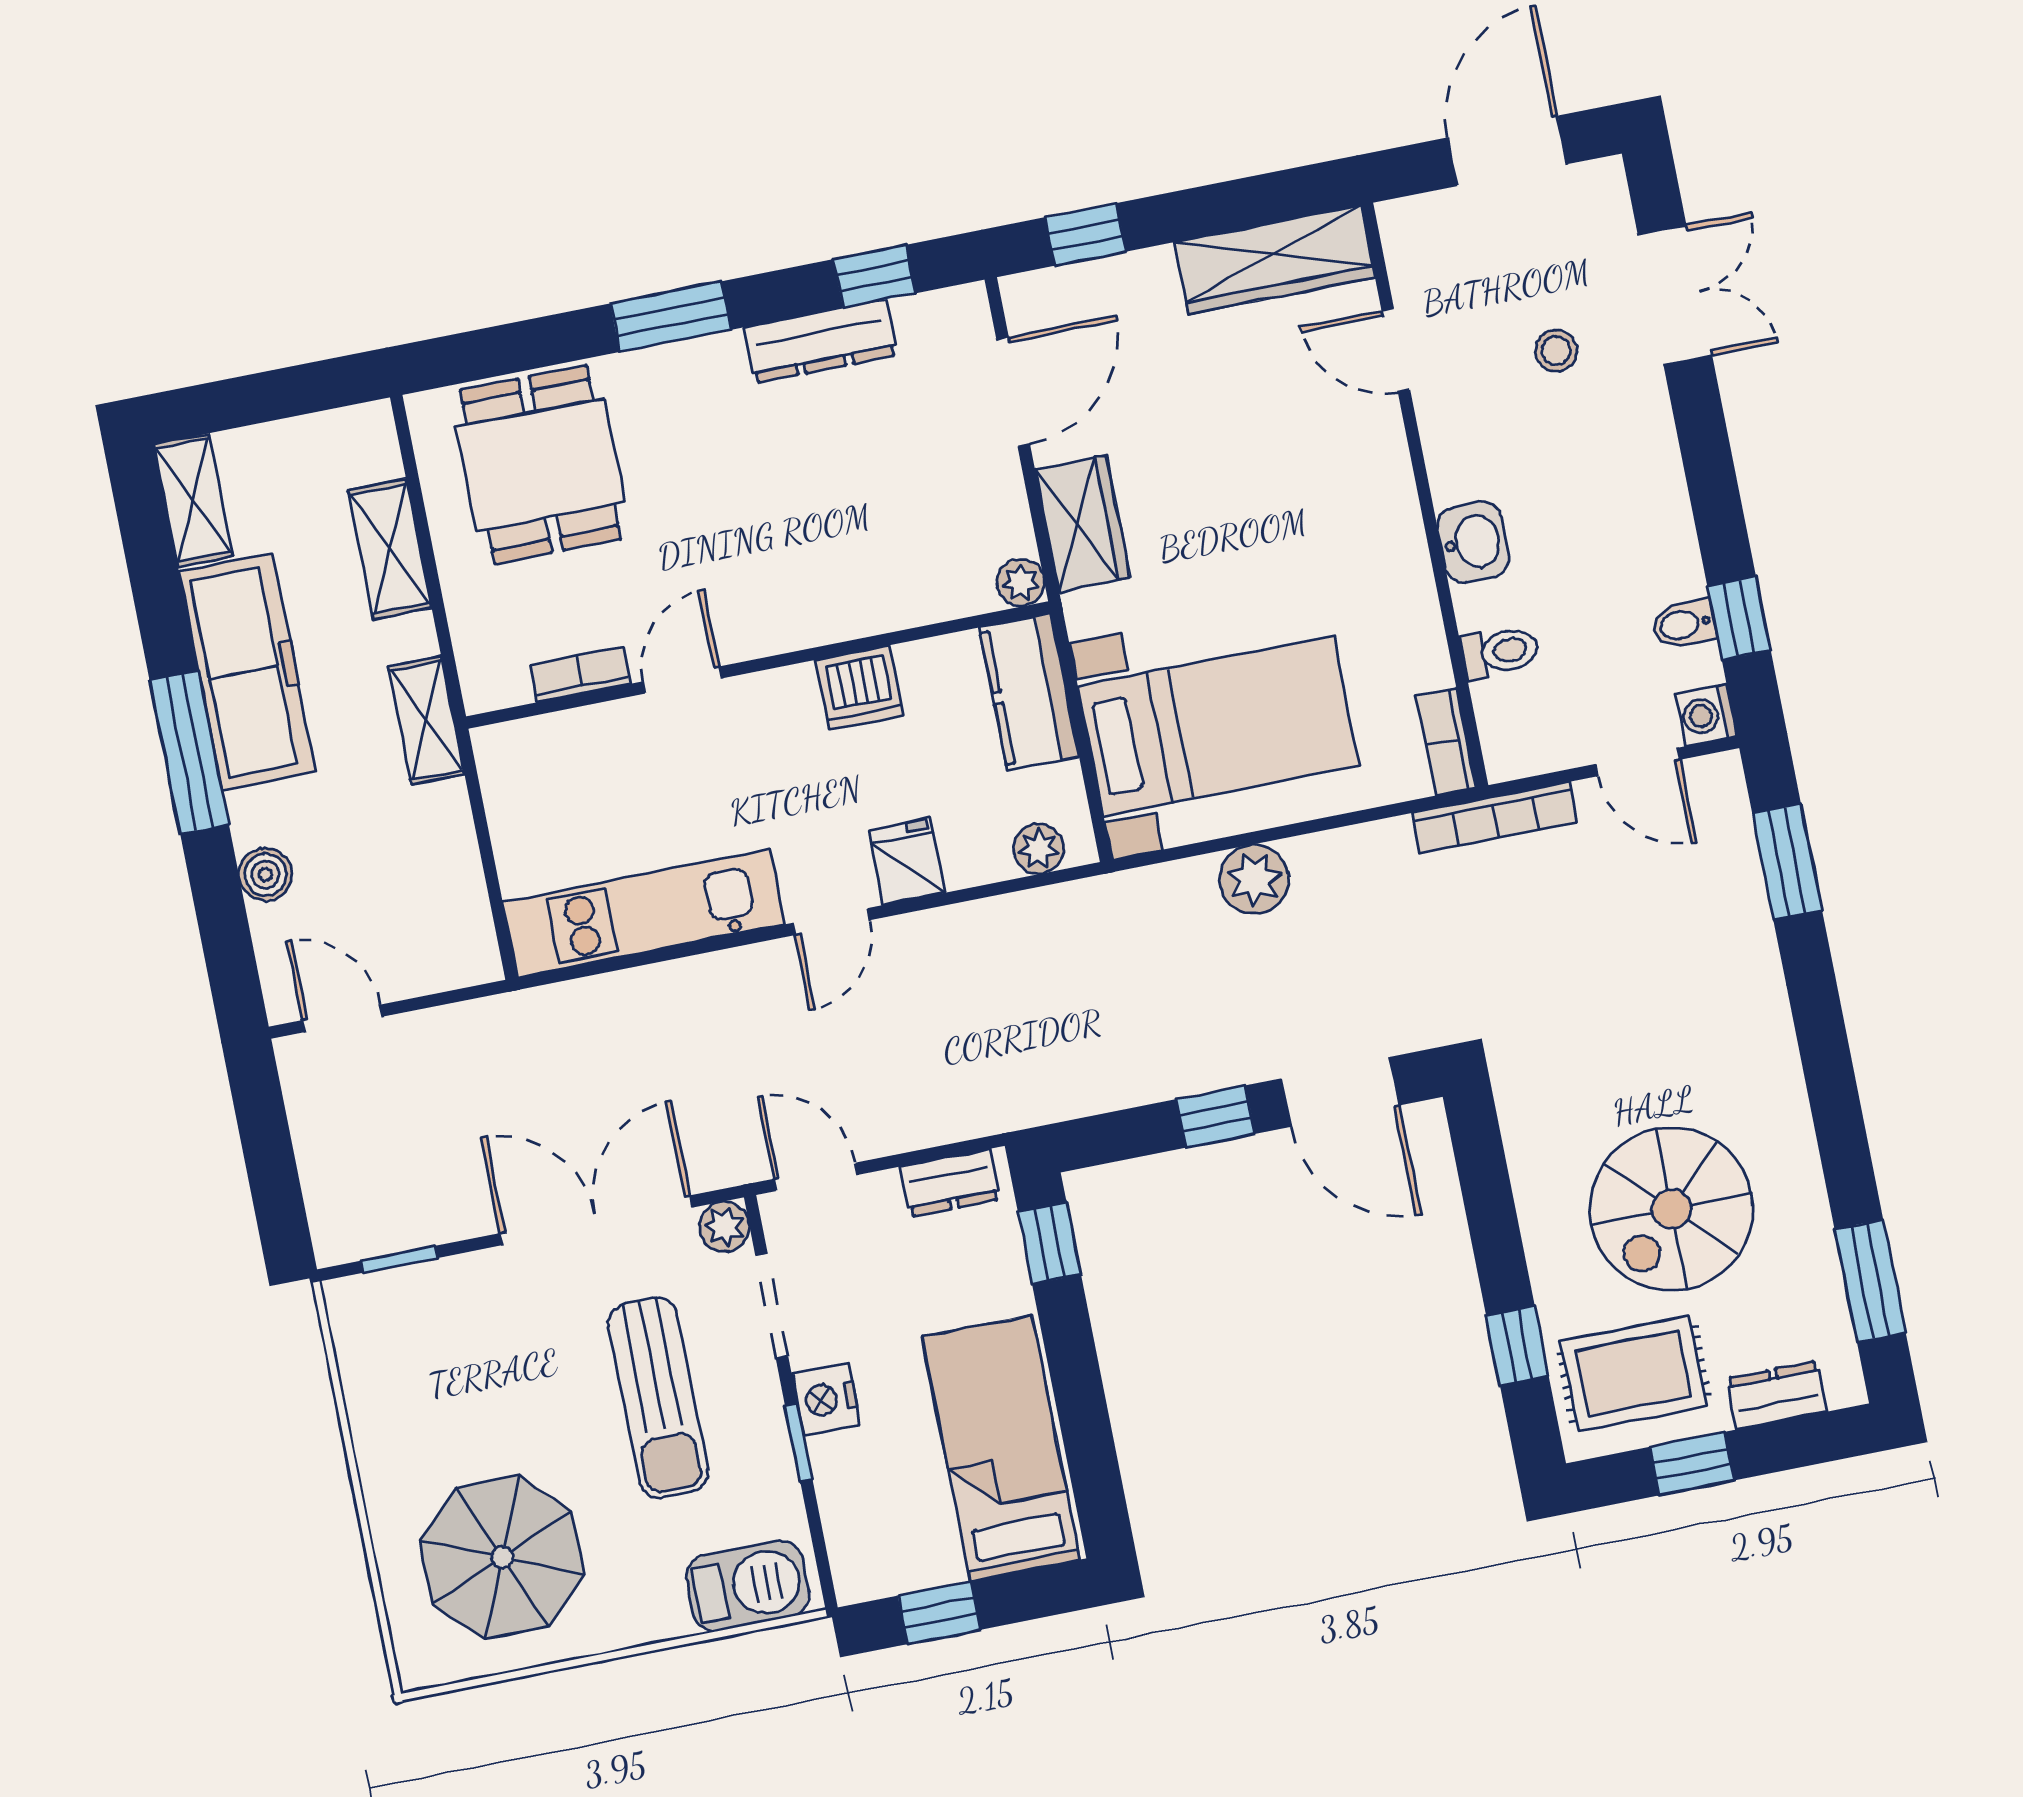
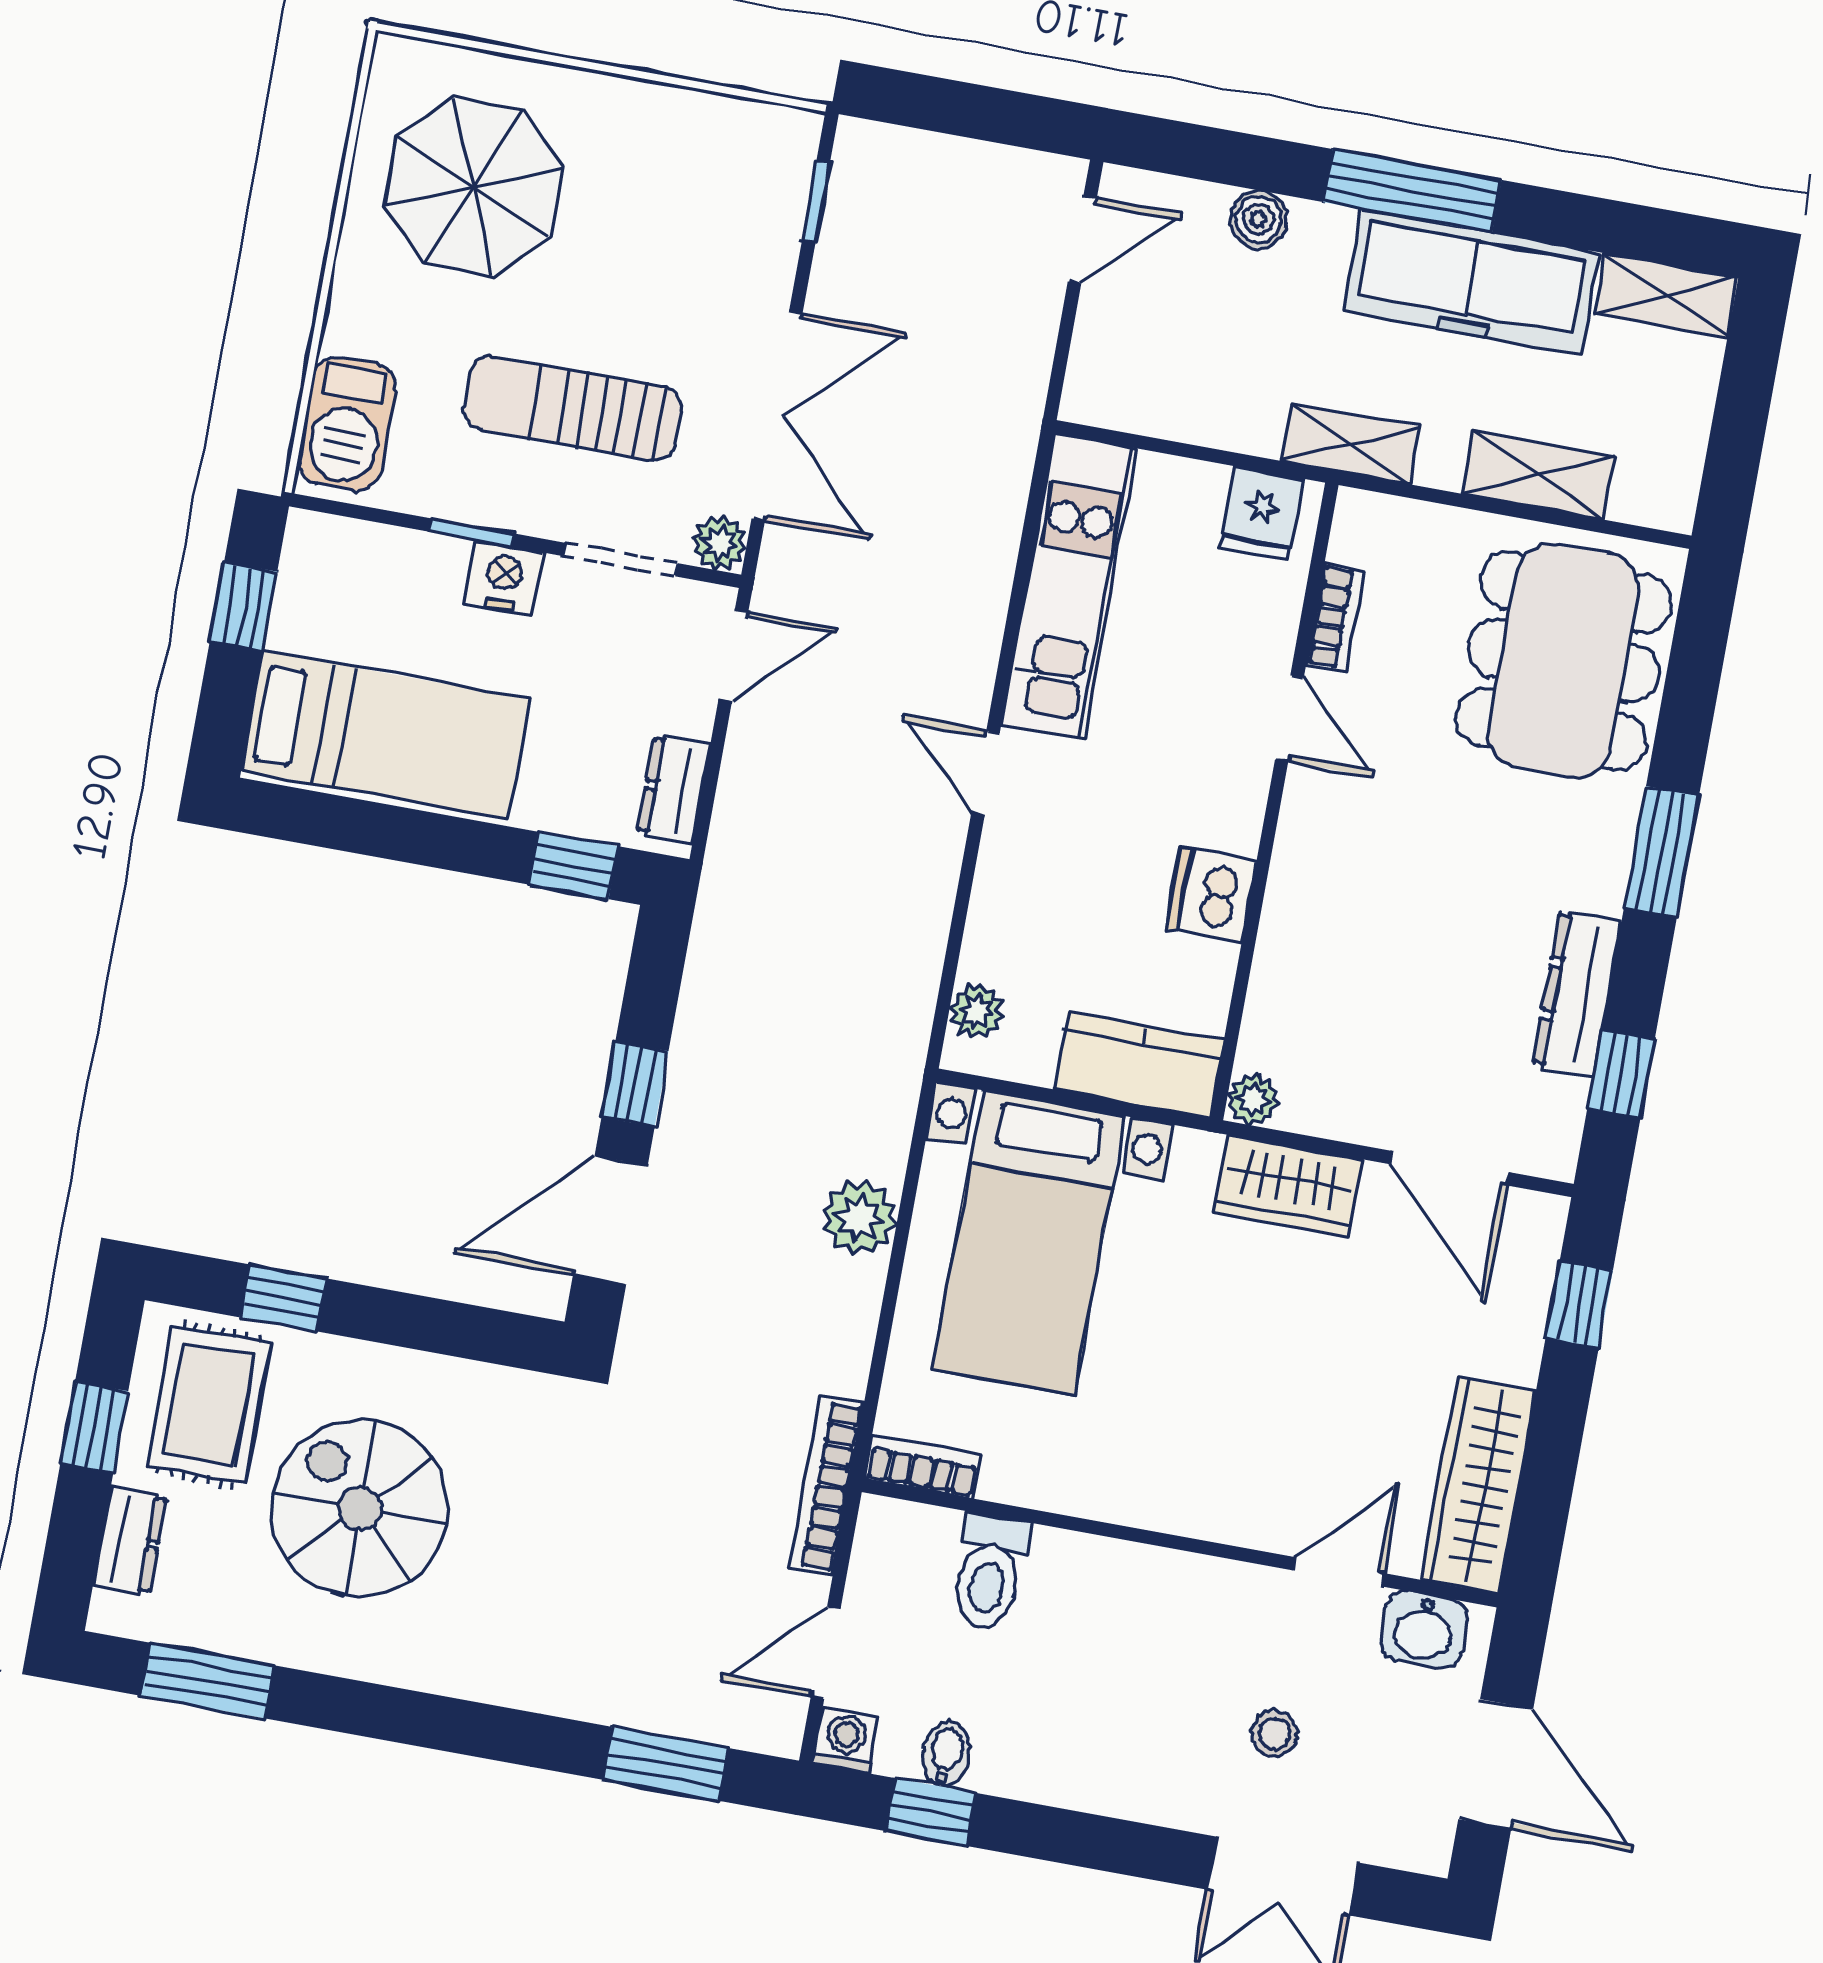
dining table: (540, 465) -> (1564, 661), width x1.37
washbasin: (1473, 542) -> (1423, 1630), moved
toilet: (1500, 652) -> (989, 1572), width x1.37, depth x1.39
fridge: (907, 862) -> (1261, 513), moved, turned 90

